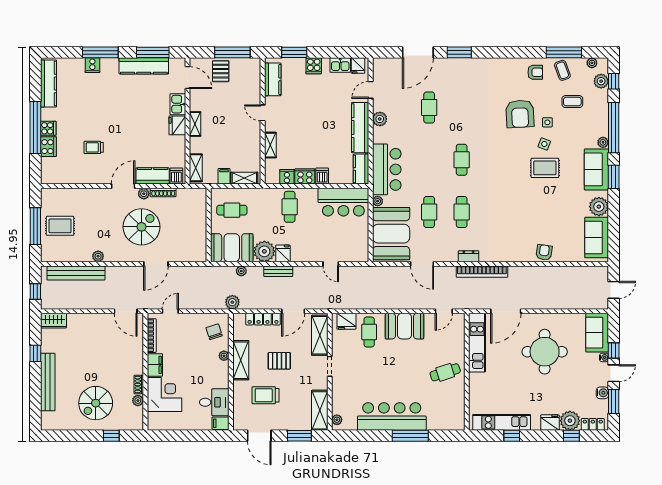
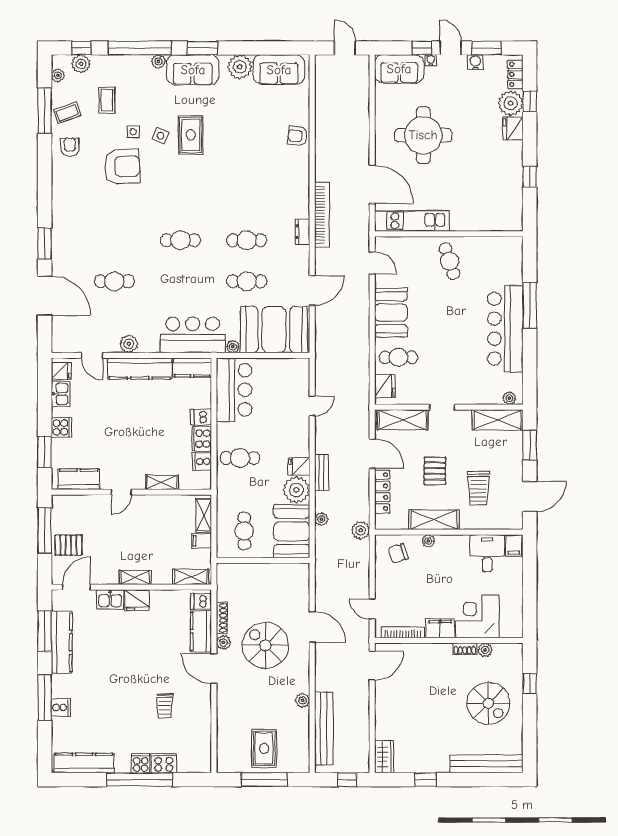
bench: (48, 382) -> (487, 764), moved
kitchen unit: (502, 422) -> (513, 190), removed

